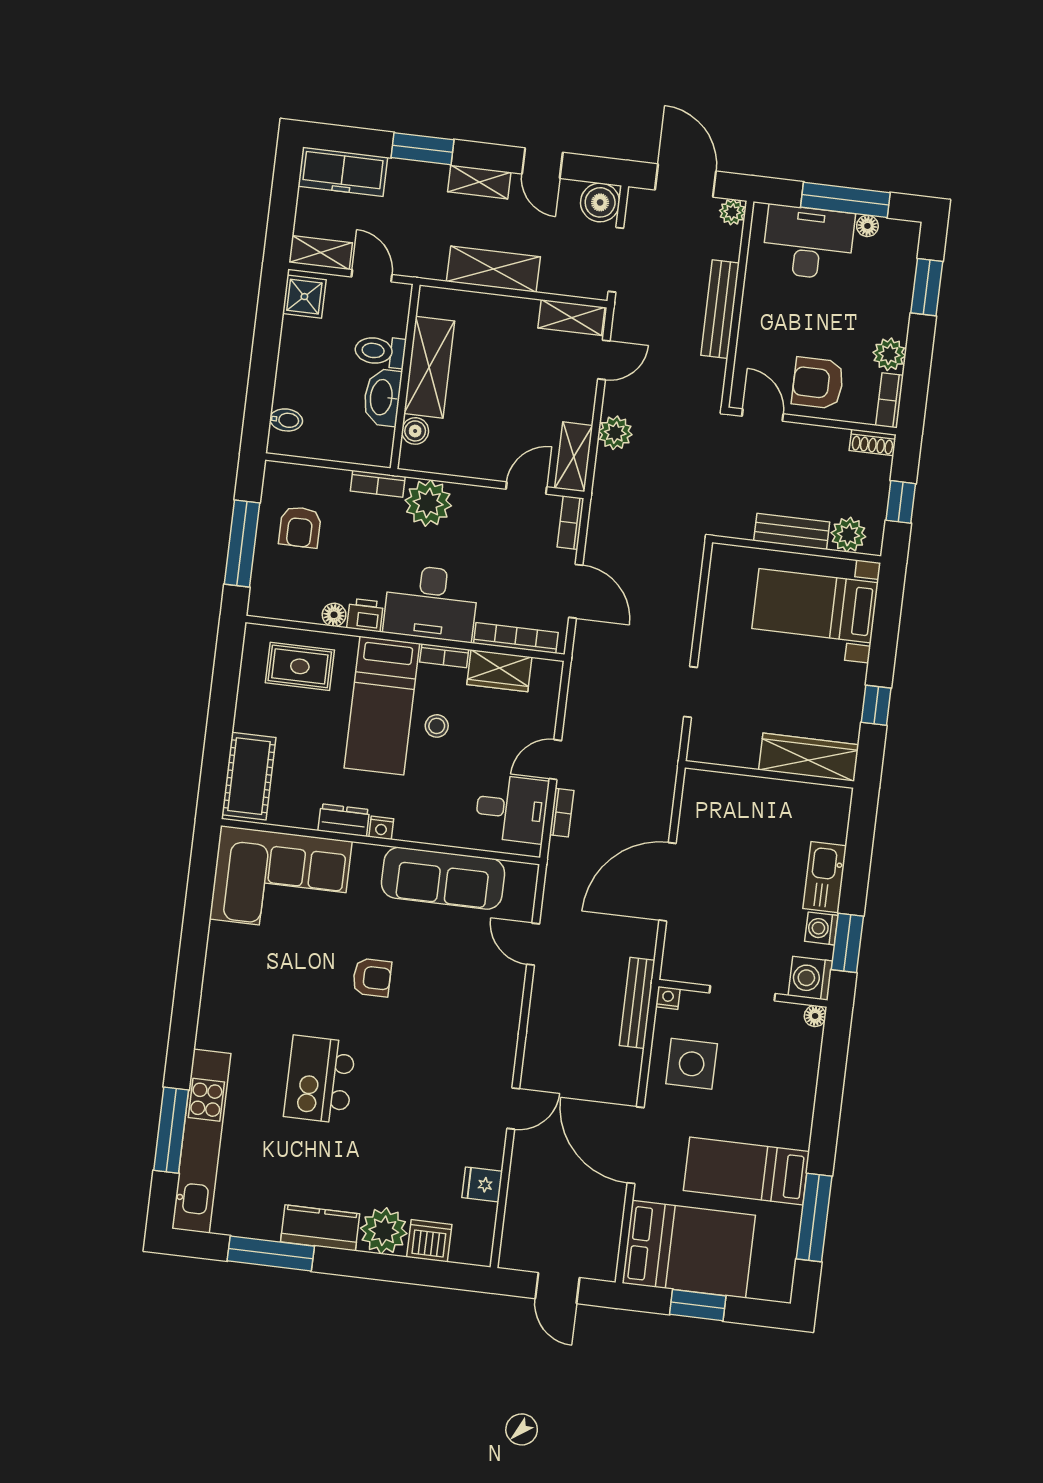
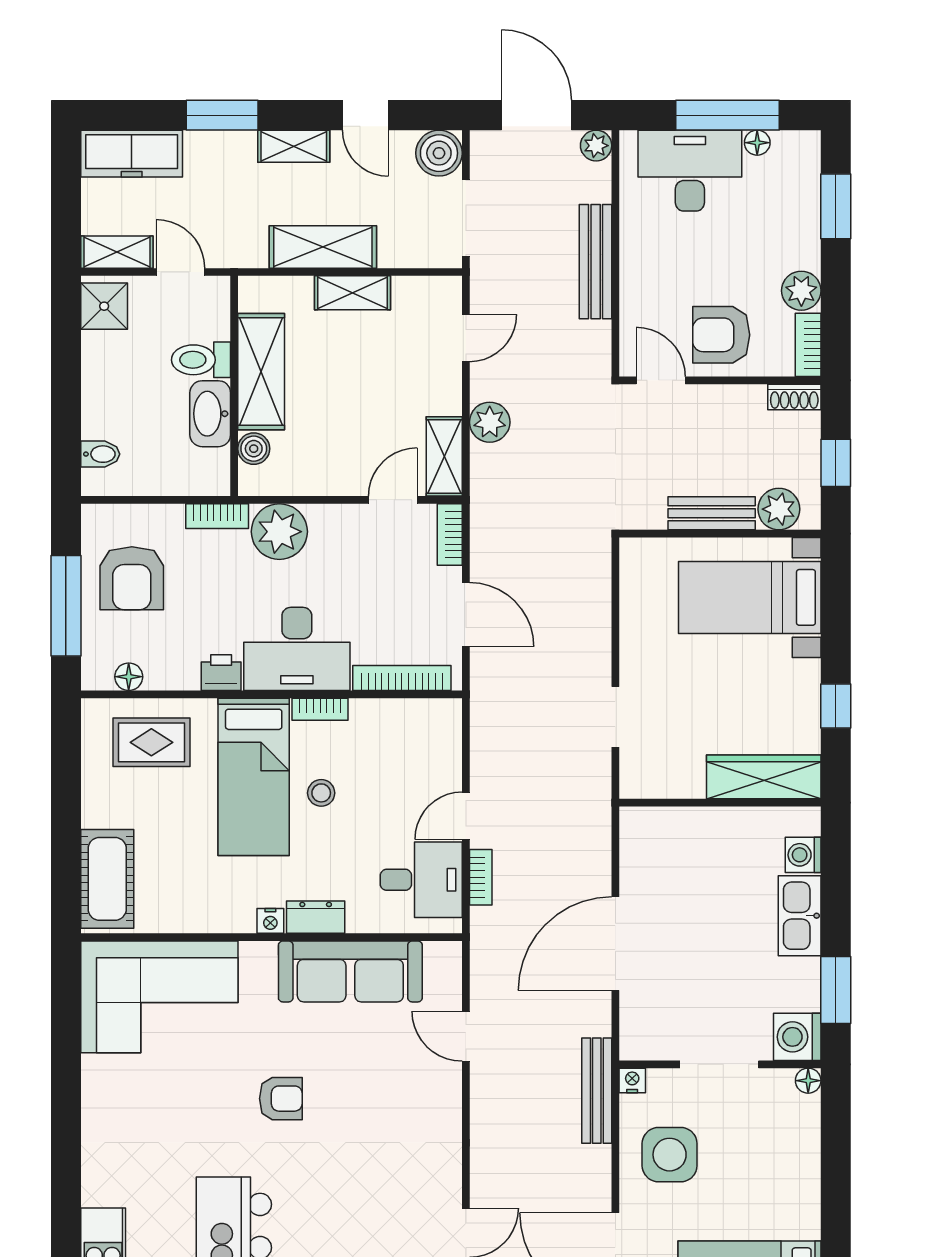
shelving: (571, 318) -> (353, 293), moved
armchair: (300, 527) -> (132, 578), width x1.38, depth x1.38
floor lamp: (334, 615) -> (129, 677), moved
wardrobe: (499, 671) -> (387, 719), removed
dresser: (344, 820) -> (316, 917), moved
washing machine: (821, 928) -> (803, 855), moved

